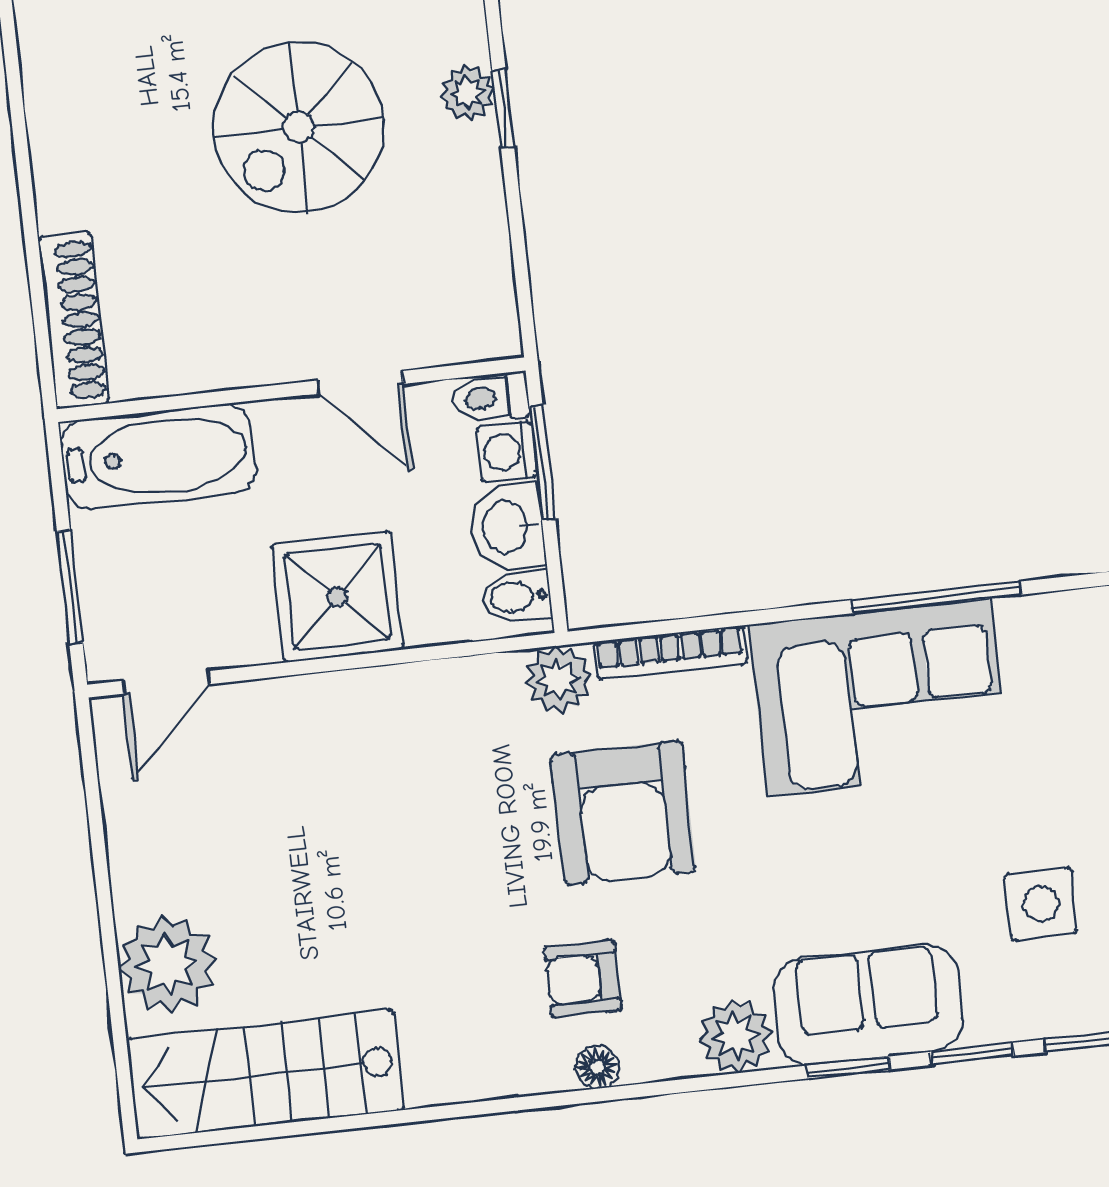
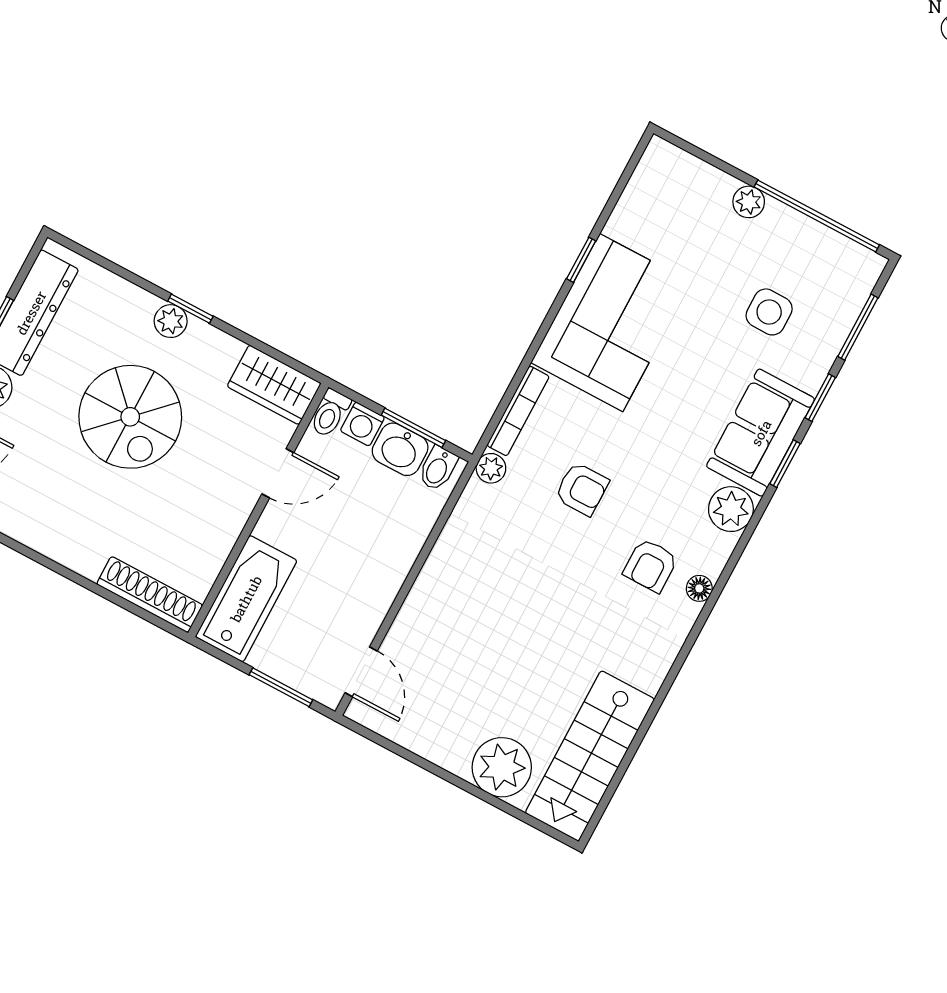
wardrobe: (477, 294) -> (274, 385), added
window: (542, 463) -> (413, 428), moved
shower: (337, 597) -> (377, 558), removed
window: (936, 597) -> (581, 260), width x0.46
plant: (558, 679) -> (491, 468), width x0.73, depth x0.73
armchair: (623, 813) -> (582, 489), width x0.53, depth x0.53

